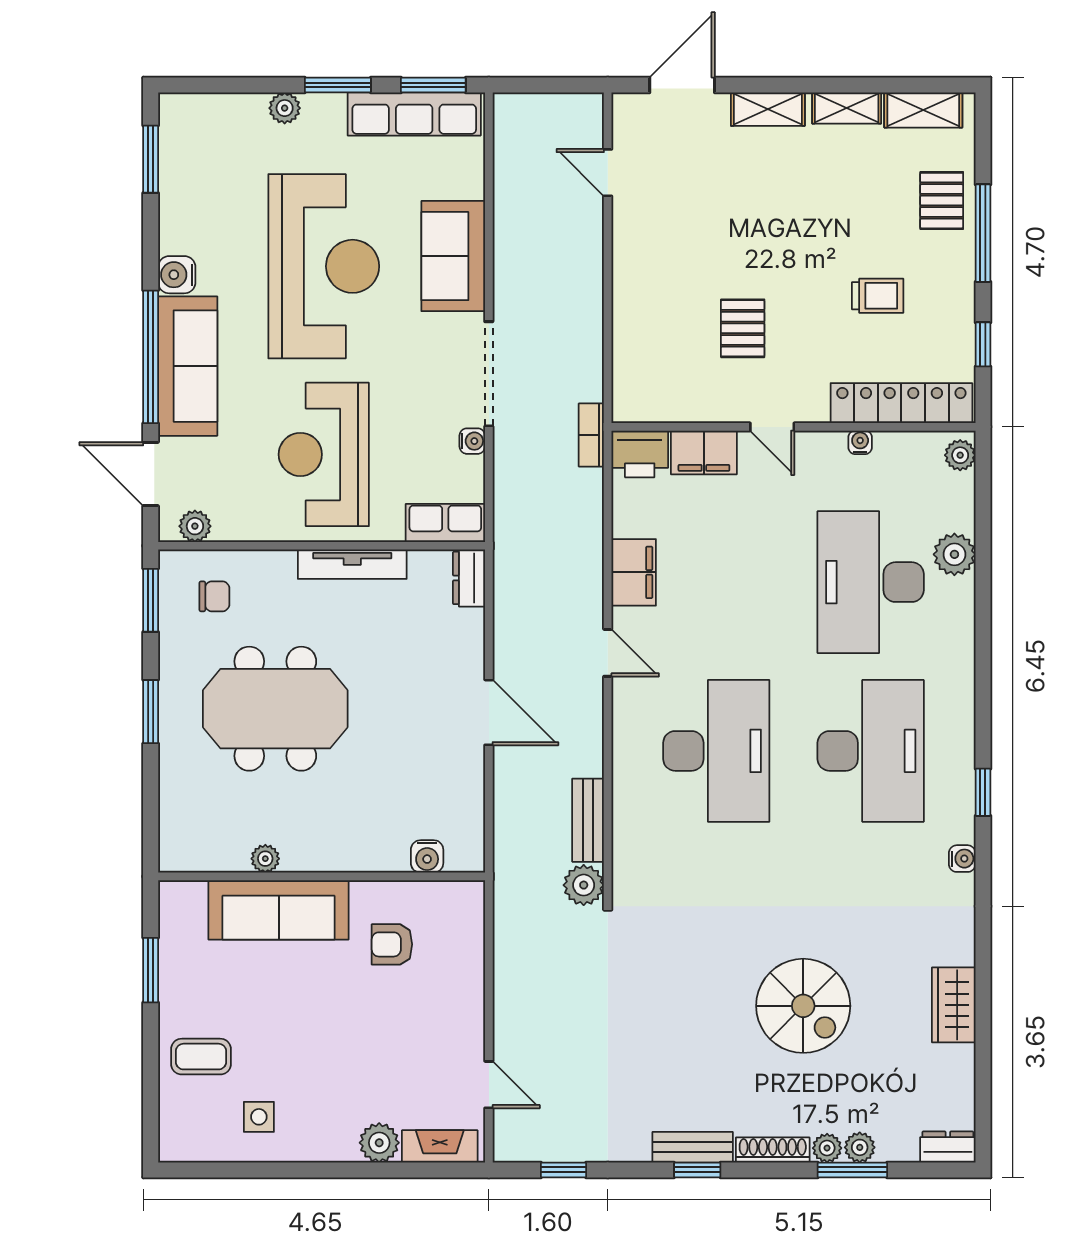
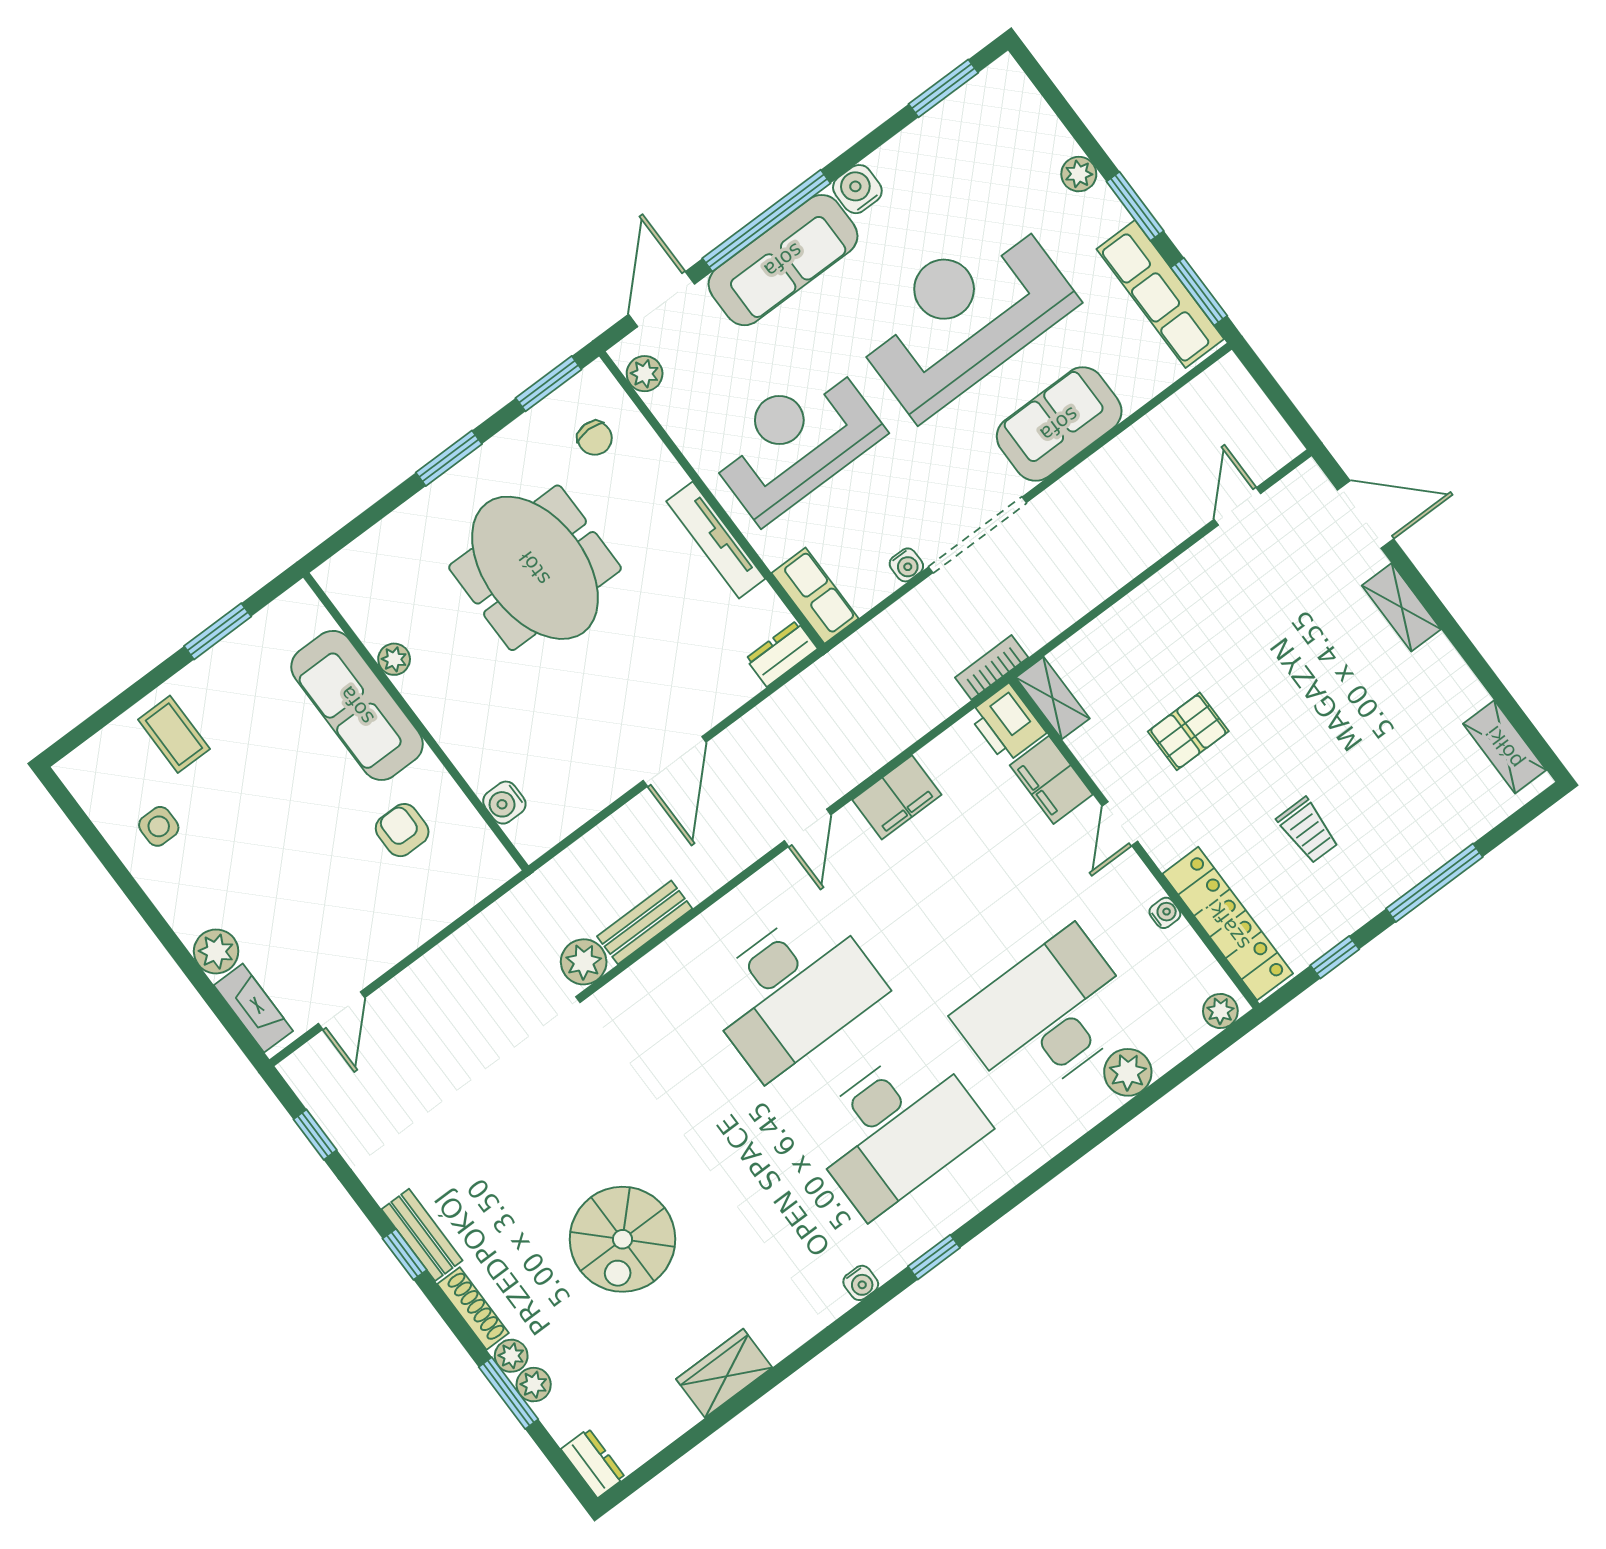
shelving: (847, 108) -> (1053, 698), moved
pallet: (942, 201) -> (1436, 824), removed
reception desk: (324, 266) -> (963, 315), turned 180

